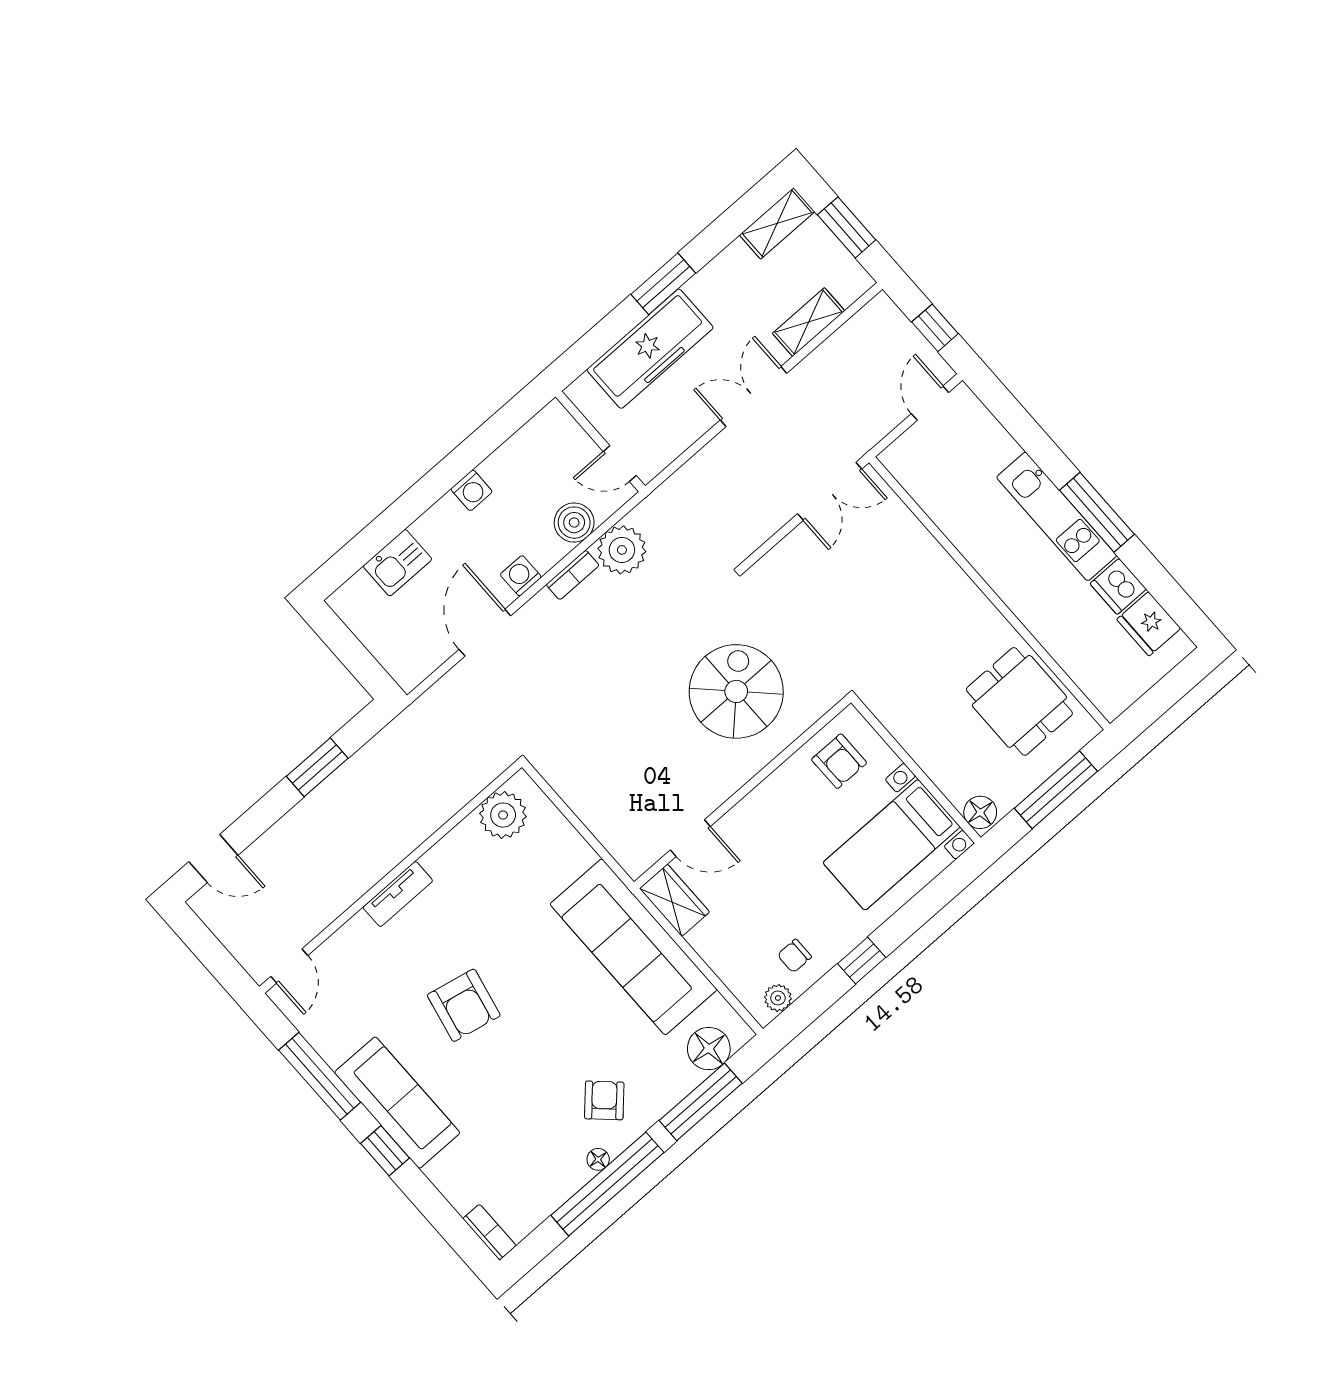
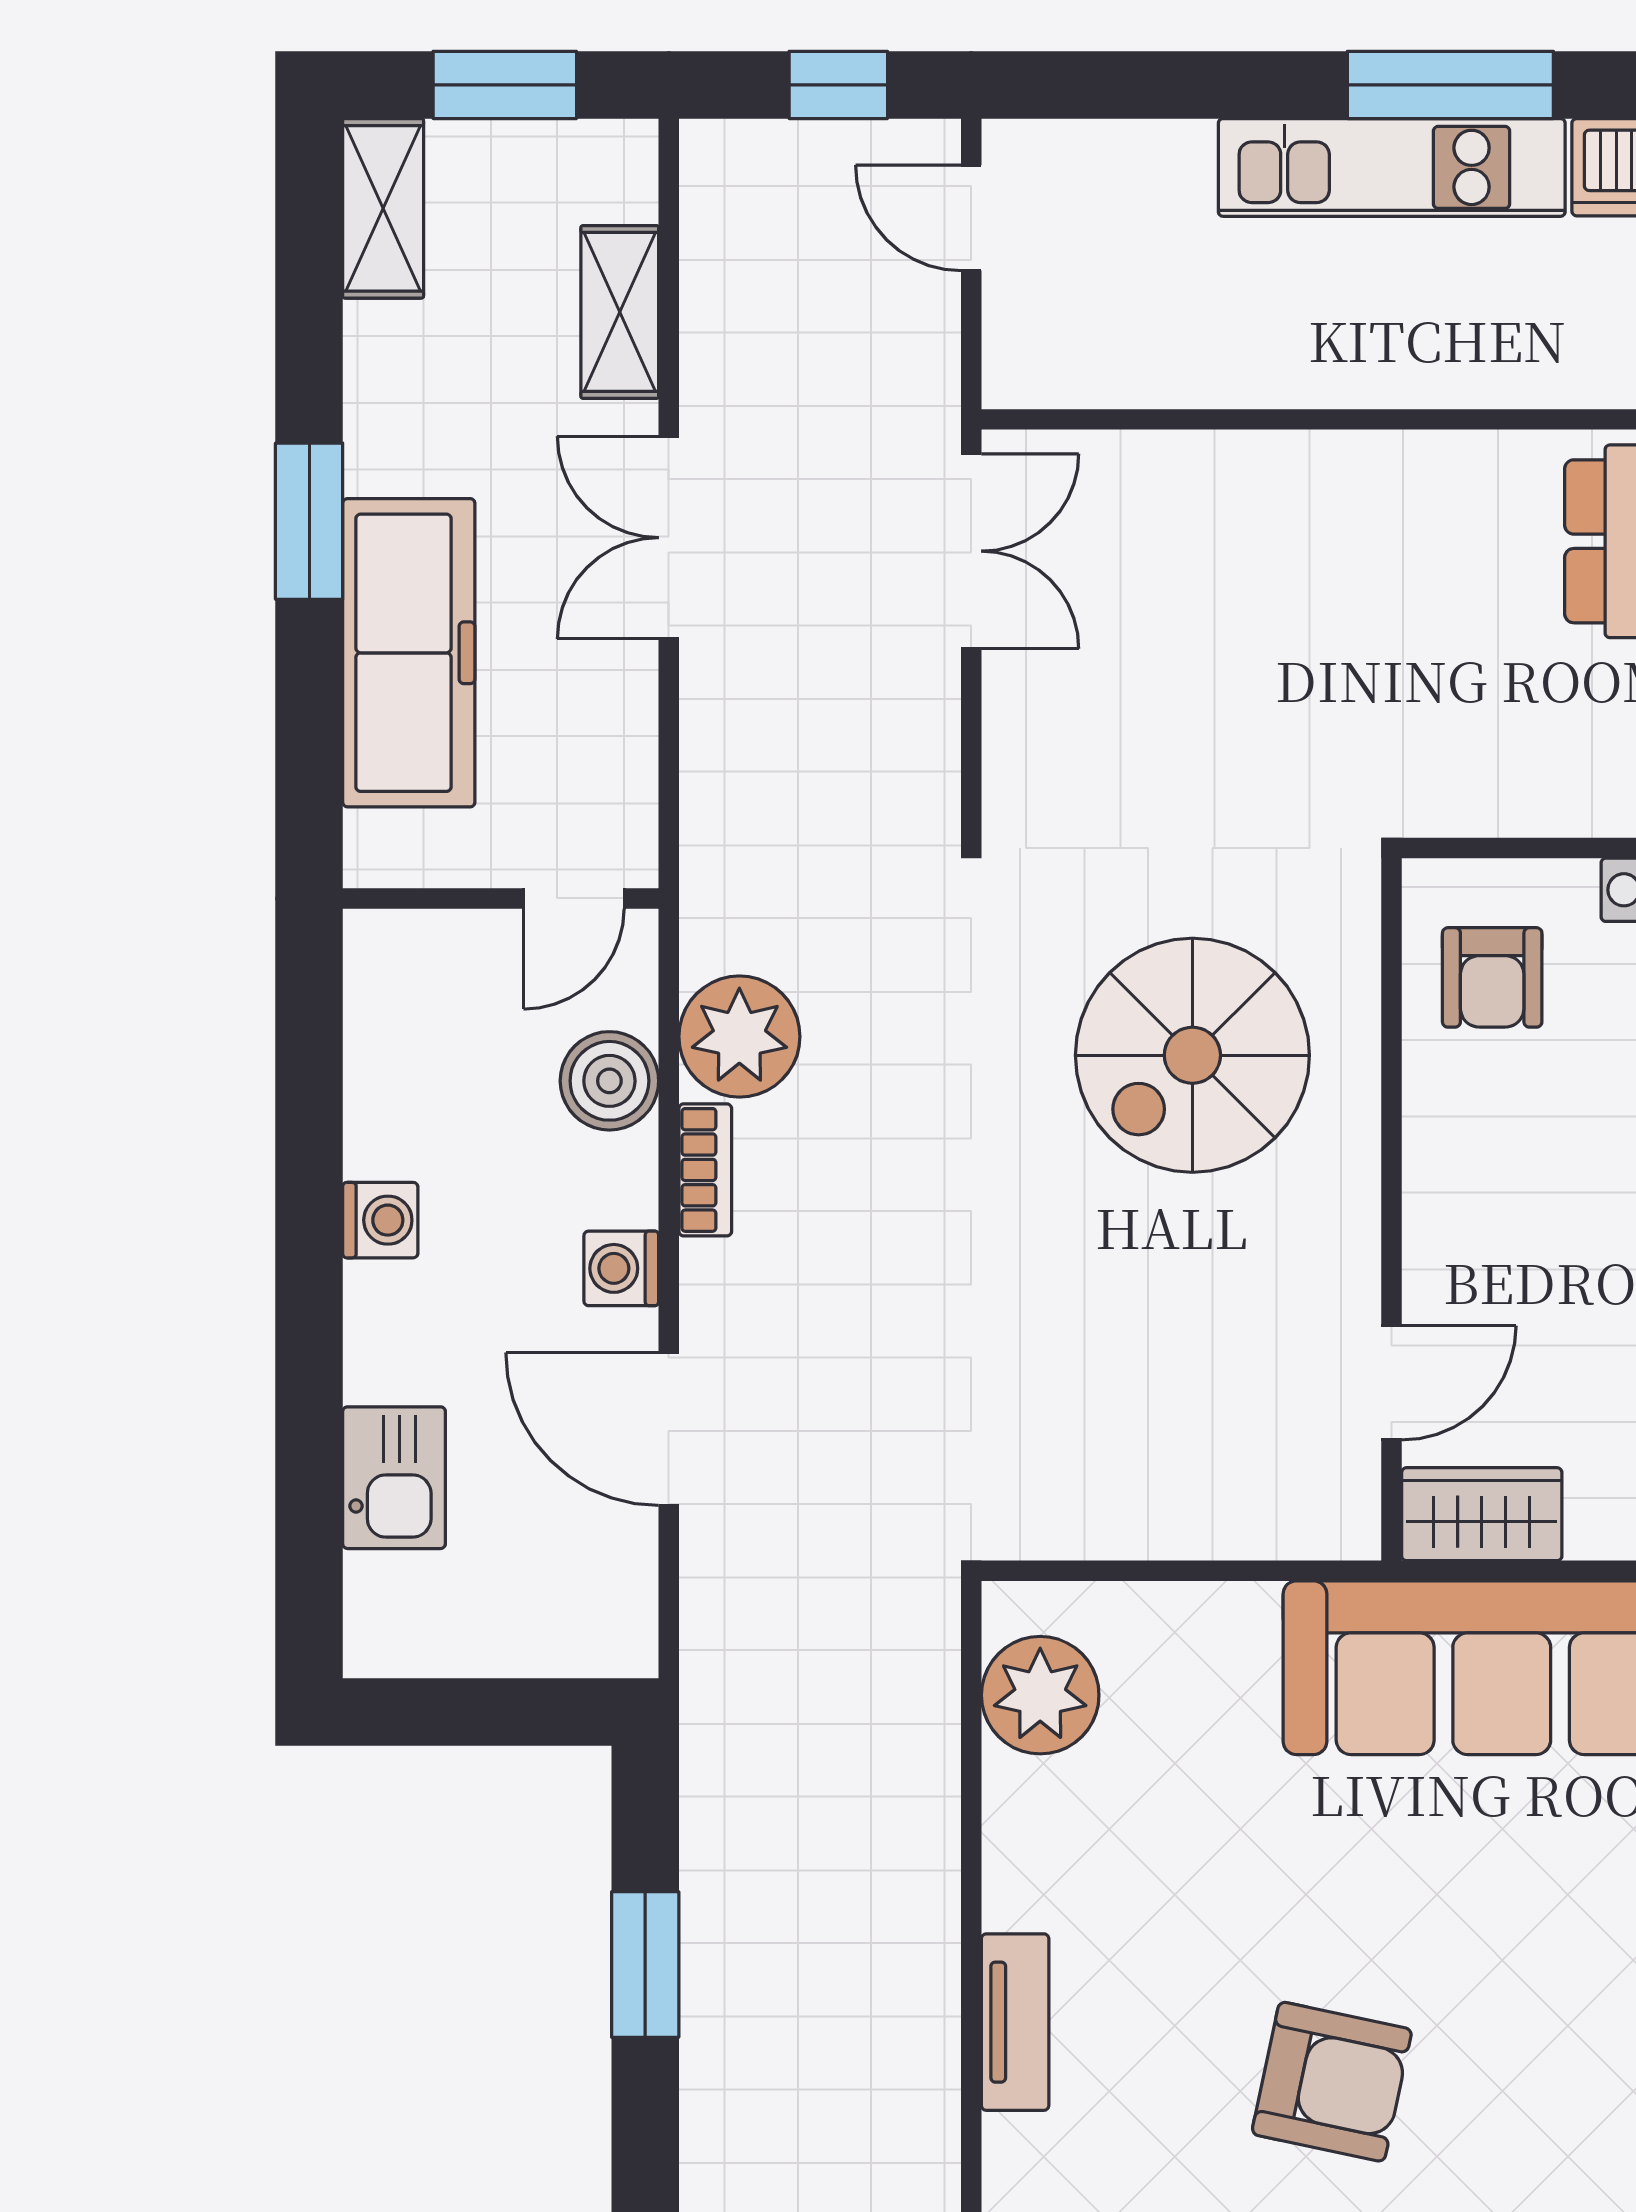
spiral stairs: (736, 691) -> (1192, 1055), turned -90
armchair: (839, 761) -> (1492, 977), turned 90

